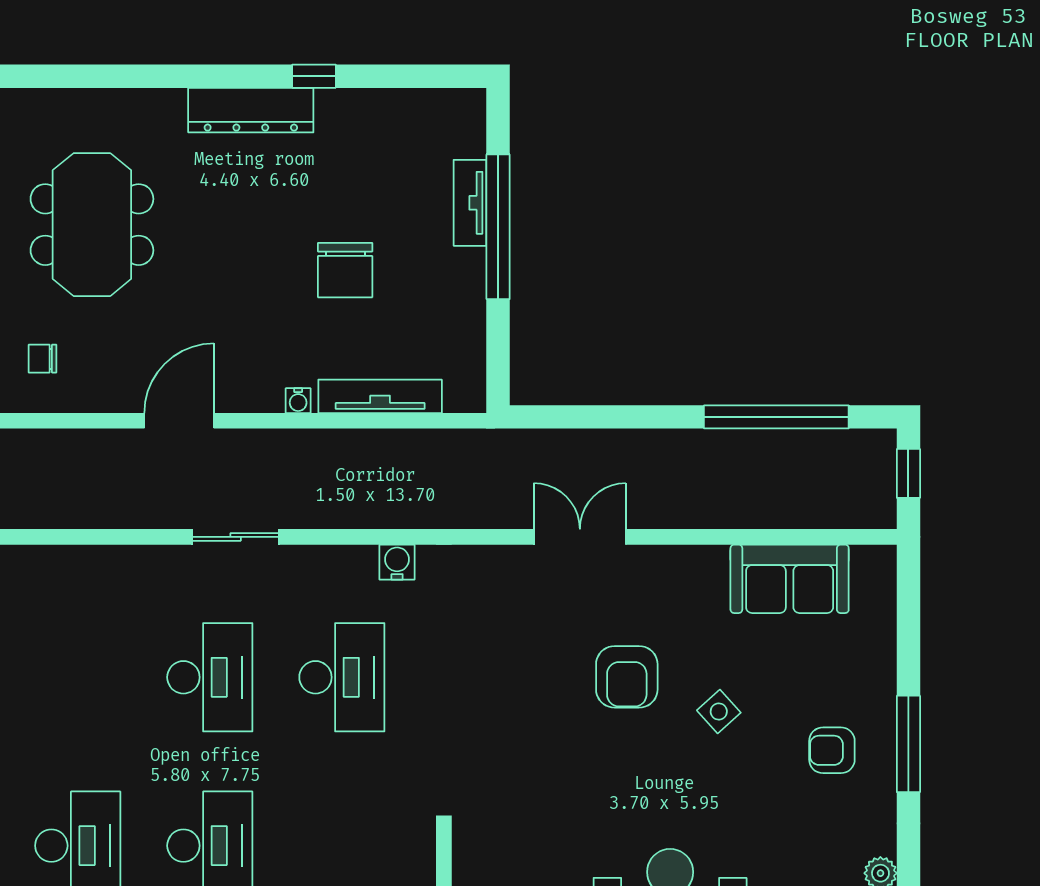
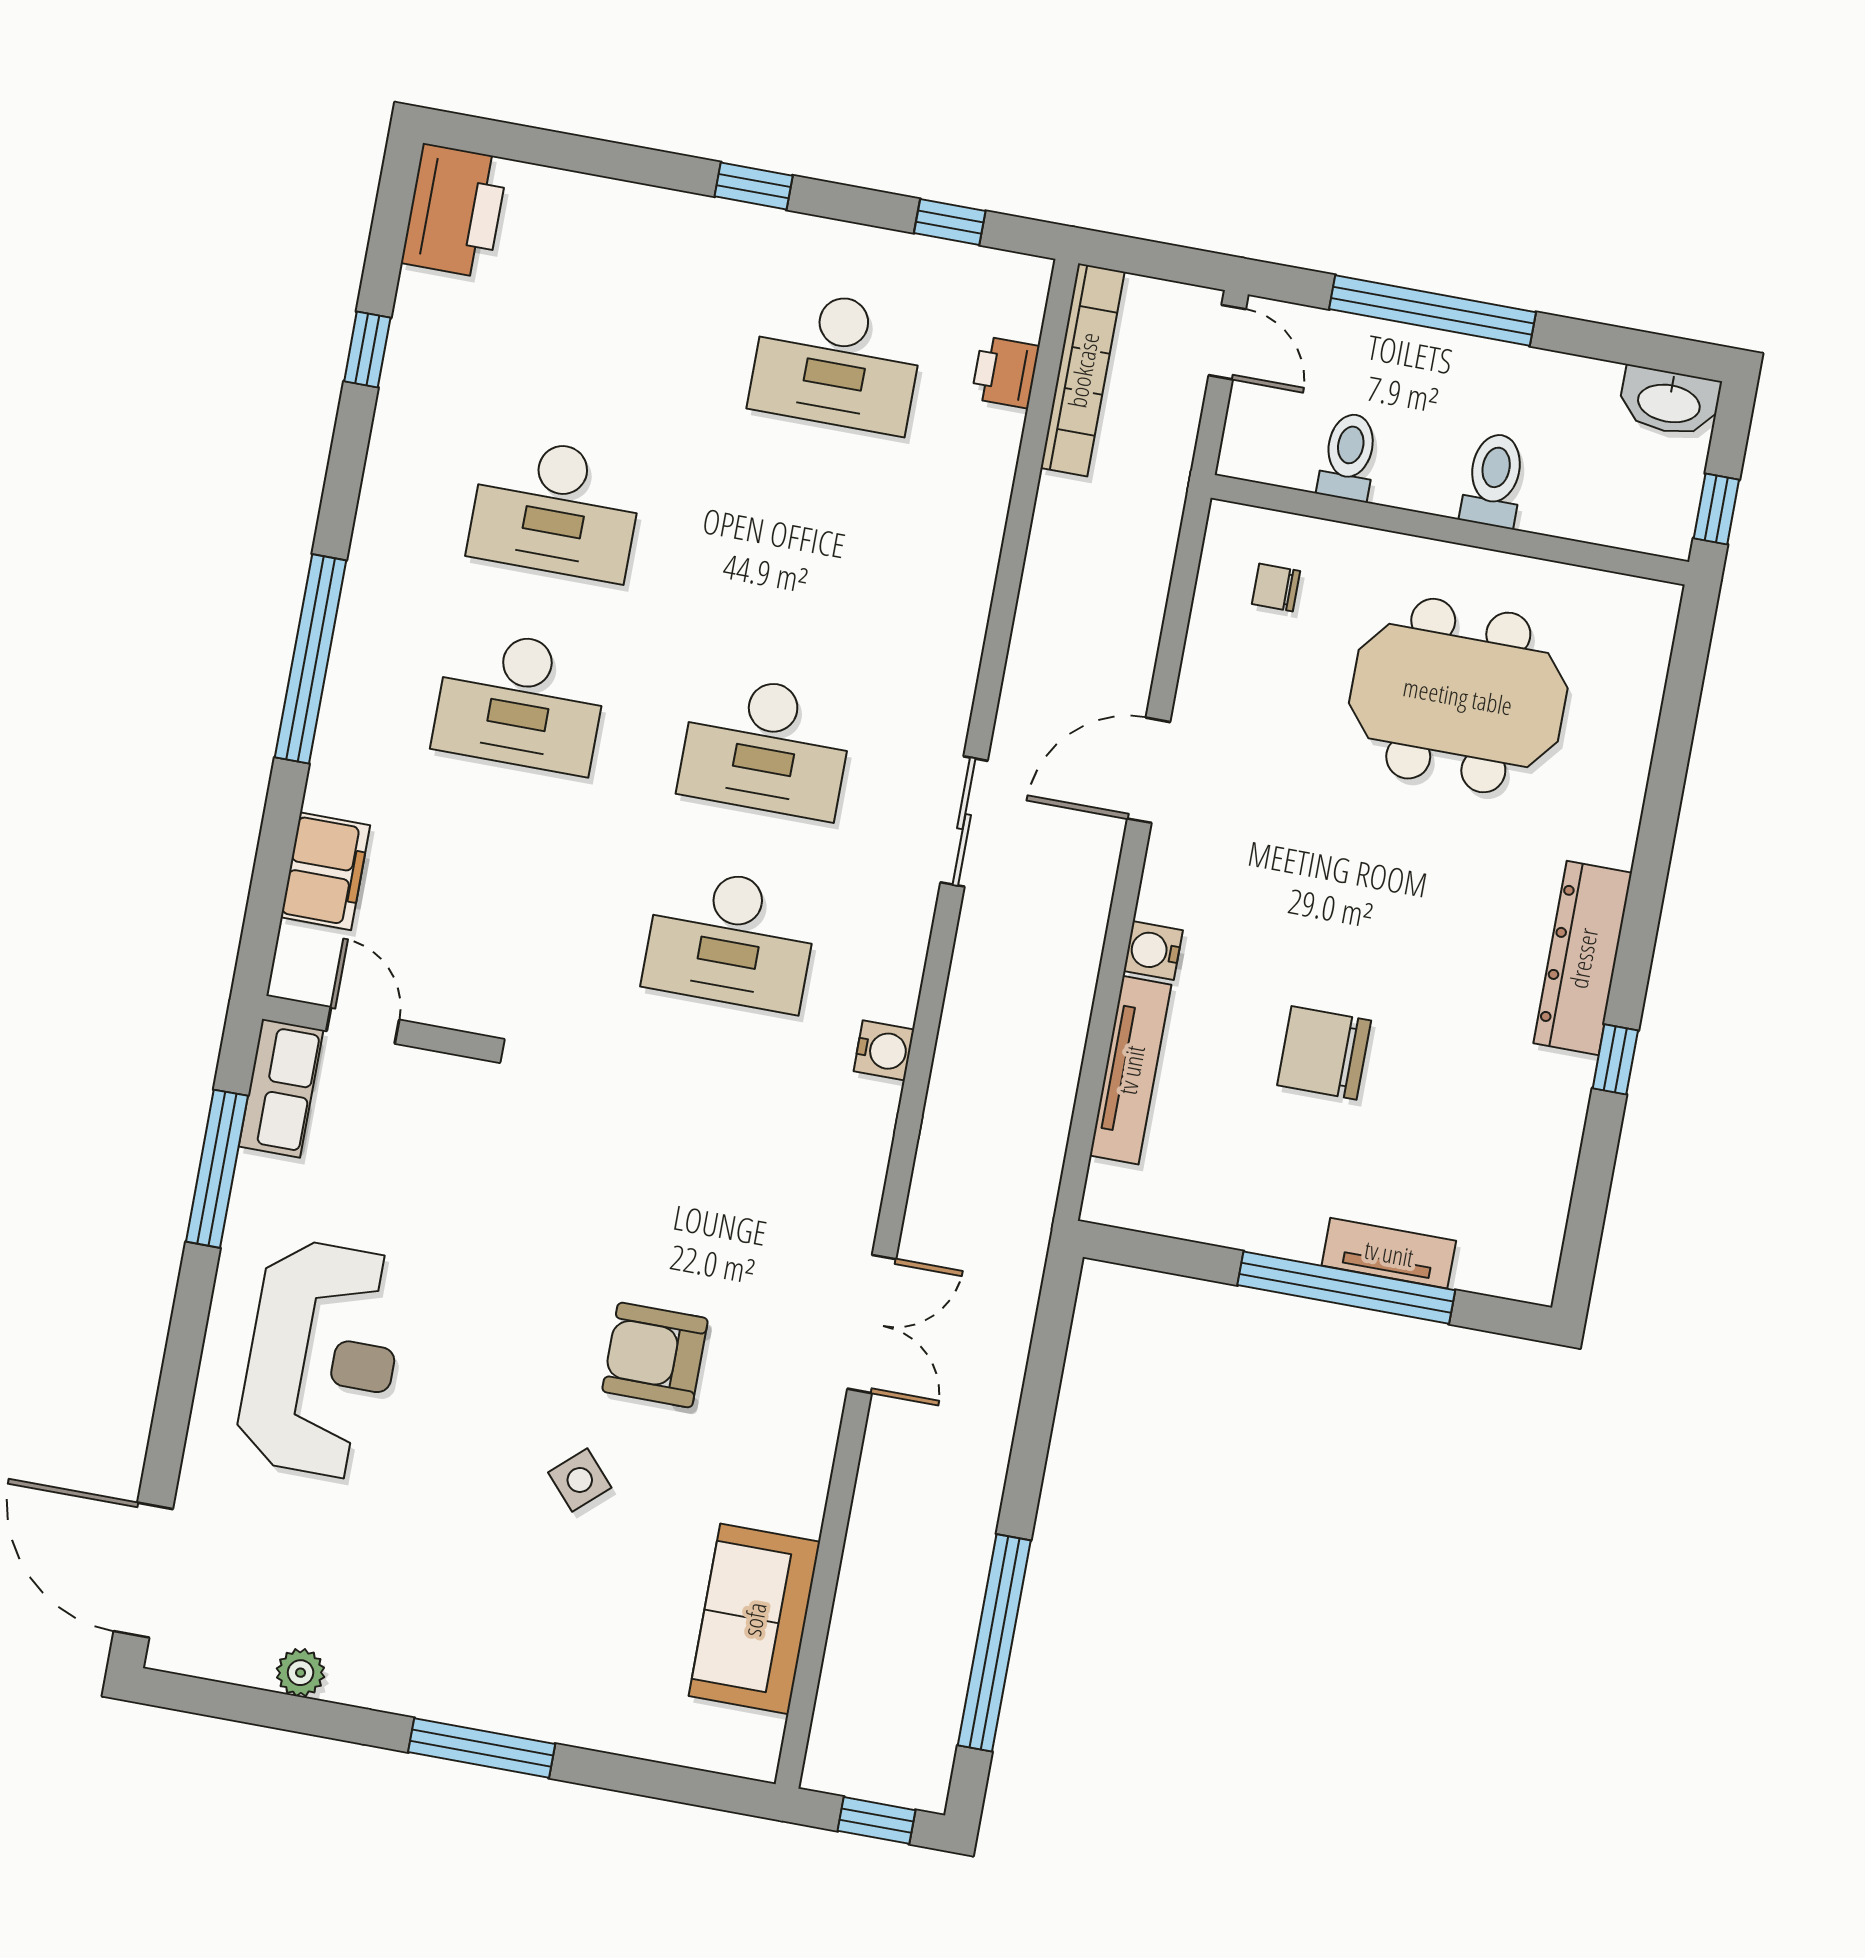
chair: (42, 359) -> (1276, 587), turned -90
water cooler: (298, 401) -> (1153, 951), width x1.38, depth x1.38
door: (179, 421) -> (1149, 770), swing flipped
armchair: (832, 750) -> (493, 1635), removed

